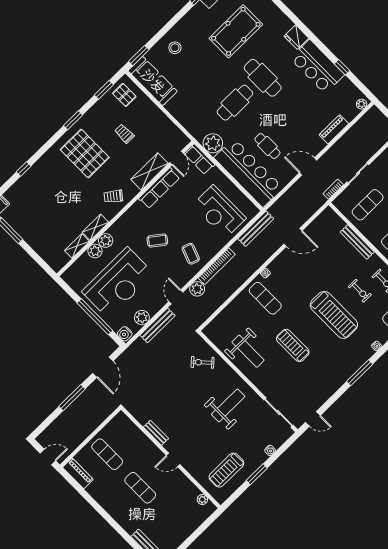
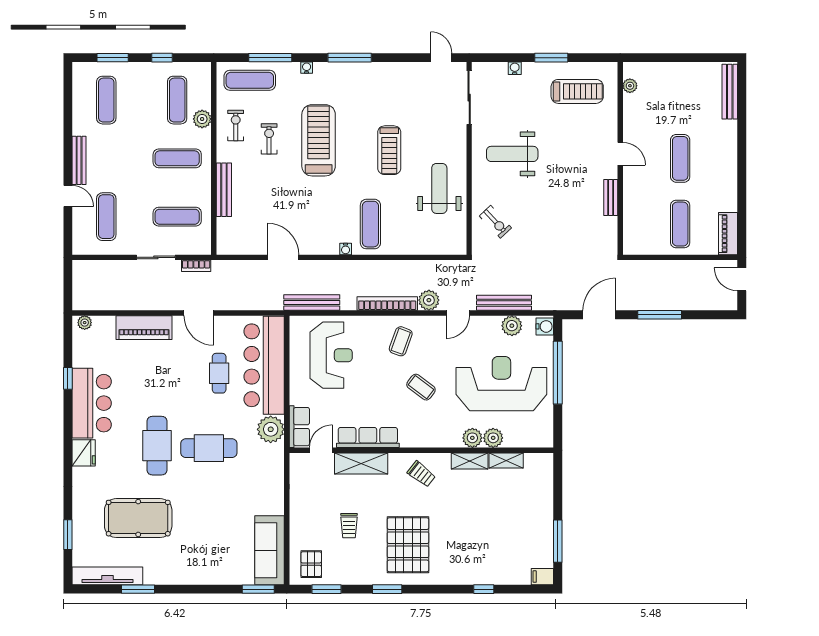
stool: (175, 48) -> (215, 561), removed
piano: (334, 129) -> (144, 328), width x1.37, depth x1.33

